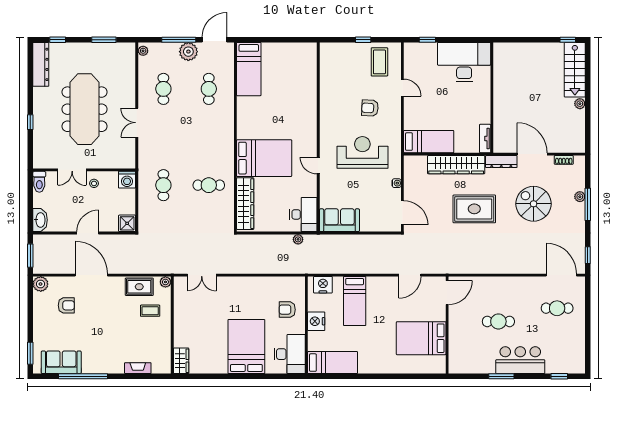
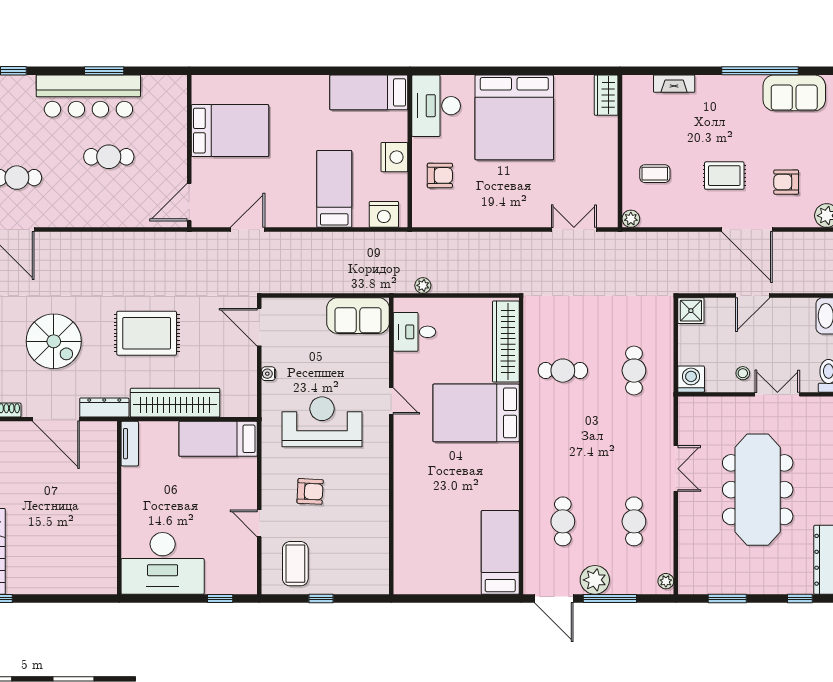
door: (215, 40) -> (554, 598), hinge flipped
reception desk: (362, 152) -> (322, 422), turned 180
desk: (303, 214) -> (414, 332), width x0.73
rug: (139, 287) -> (724, 176), moved
bed: (246, 347) -> (514, 117), width x1.36
bar counter: (520, 360) -> (88, 96), width x1.36

